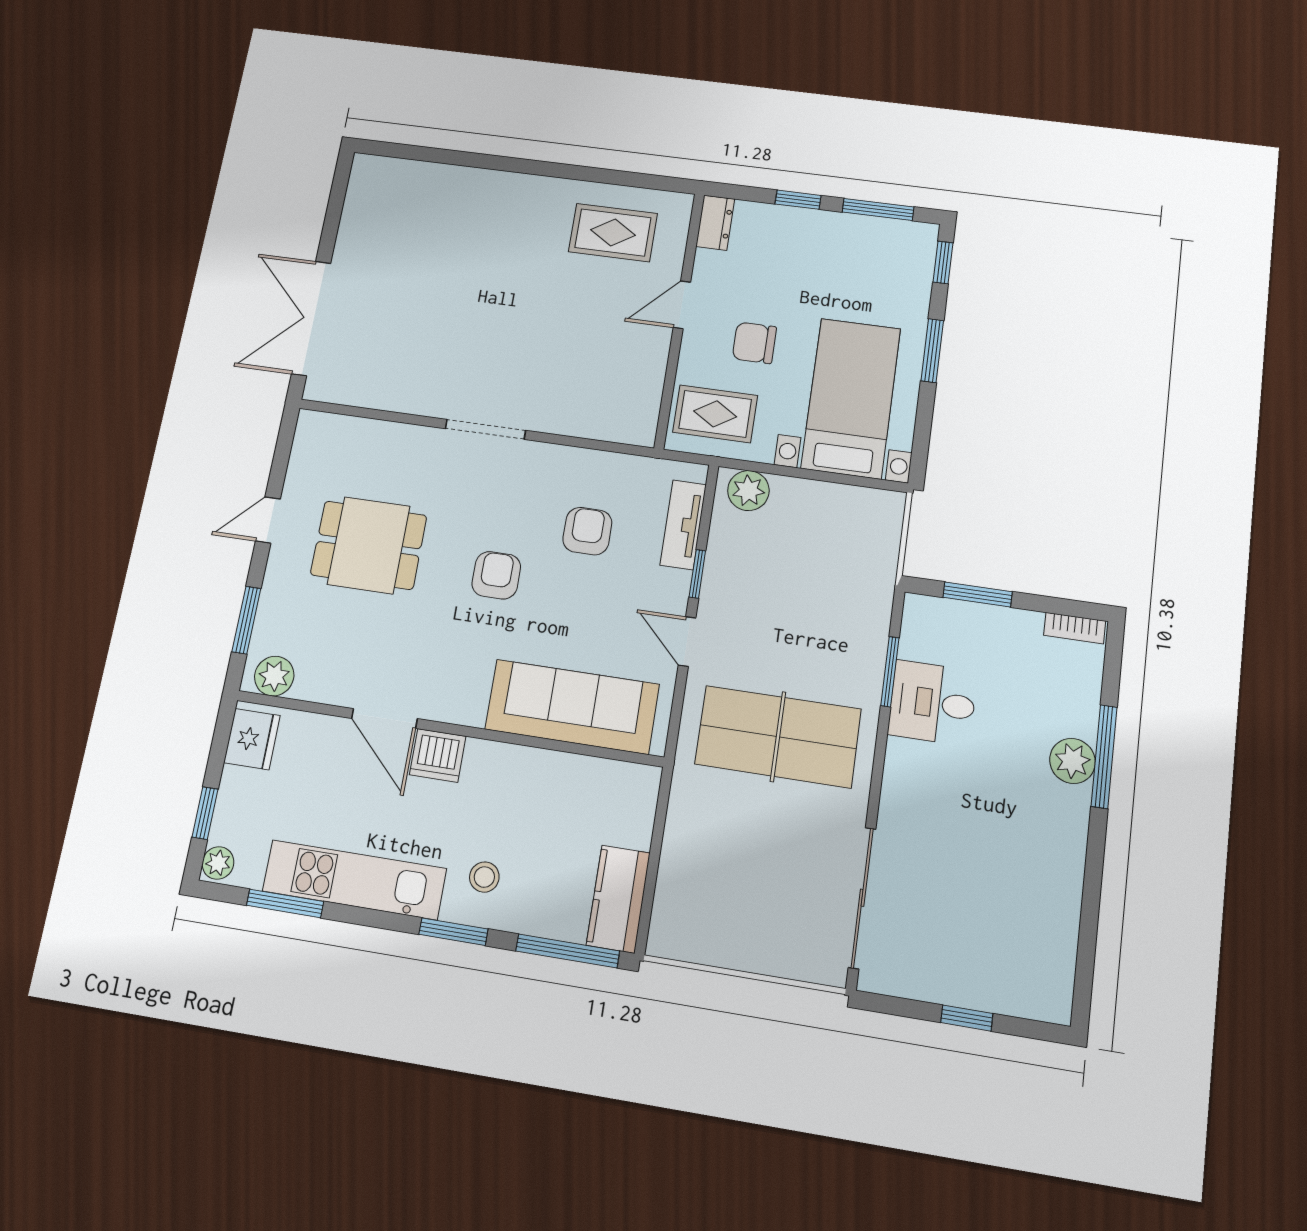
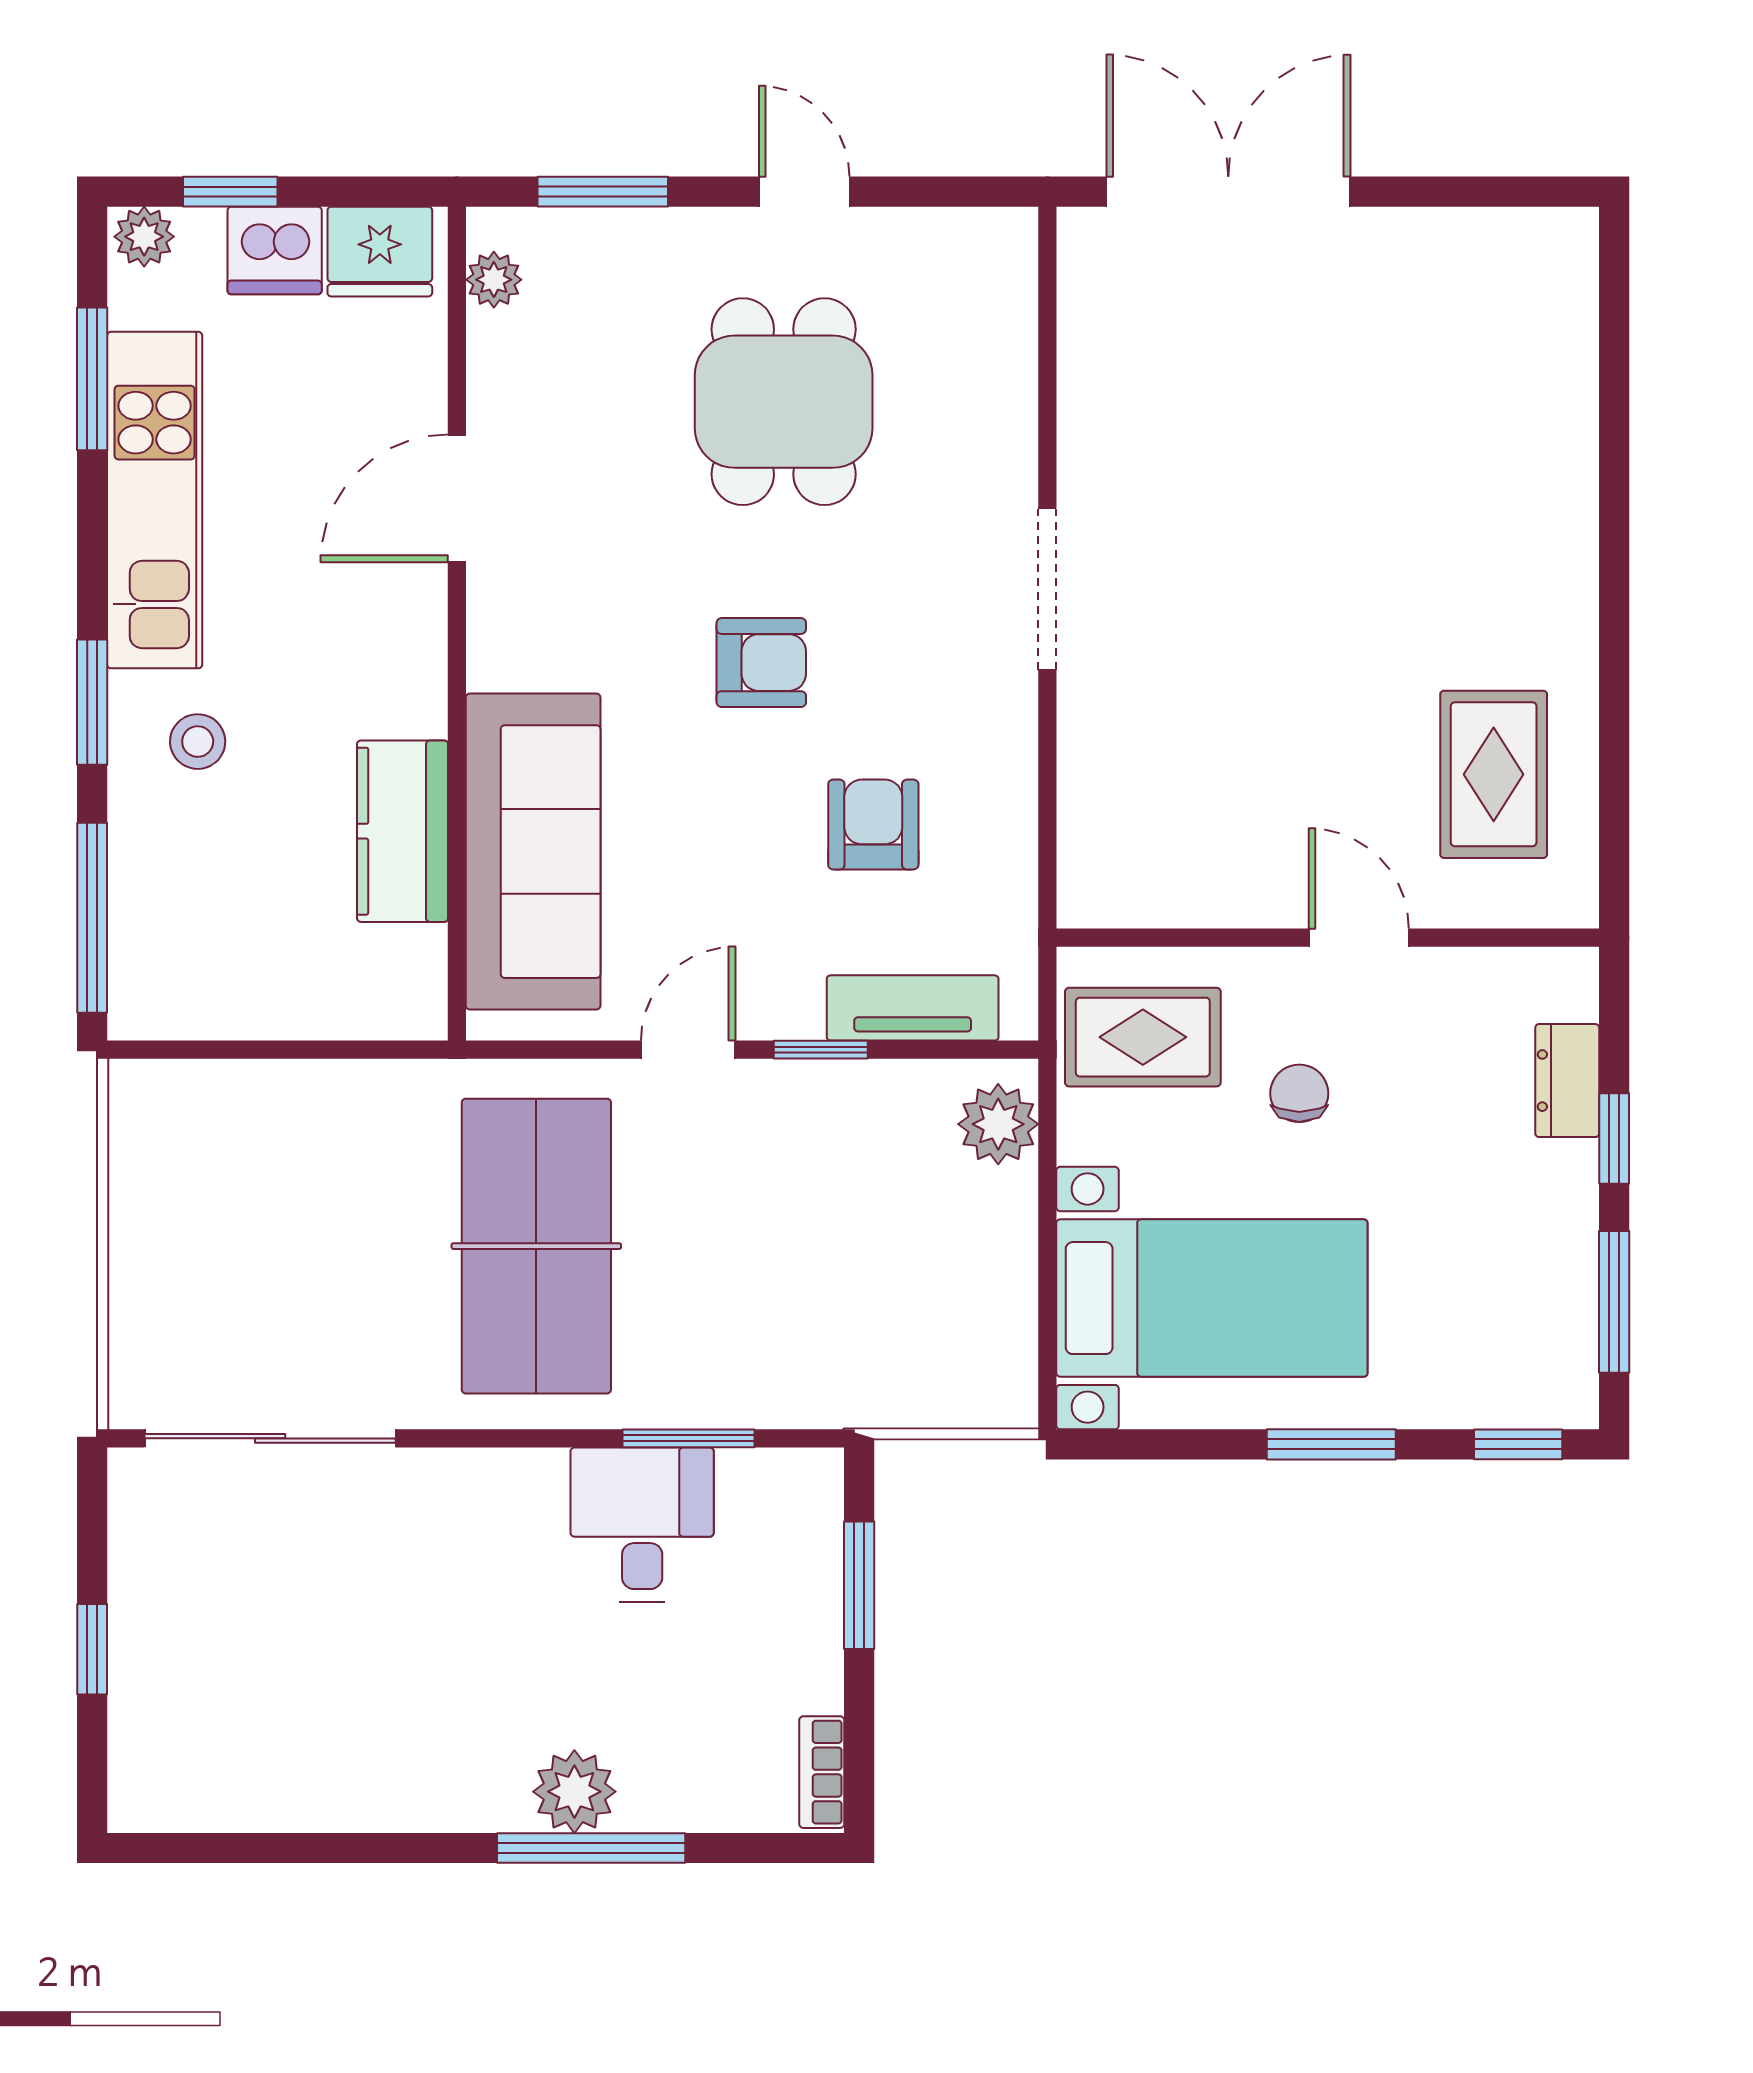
dresser: (715, 223) -> (1567, 1081), moved, turned 90
chair: (754, 343) -> (1299, 1093), width x0.73, depth x0.73
rug: (715, 414) -> (1143, 1037), turned 90
armchair: (587, 531) -> (873, 825), turned -90
plant: (274, 676) -> (494, 280), width x0.73, depth x0.73
dishwasher: (438, 755) -> (275, 251), moved, turned -90
kitchen counter: (618, 899) -> (403, 831), moved, turned -90

